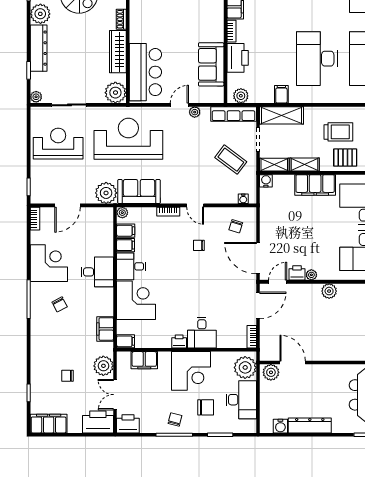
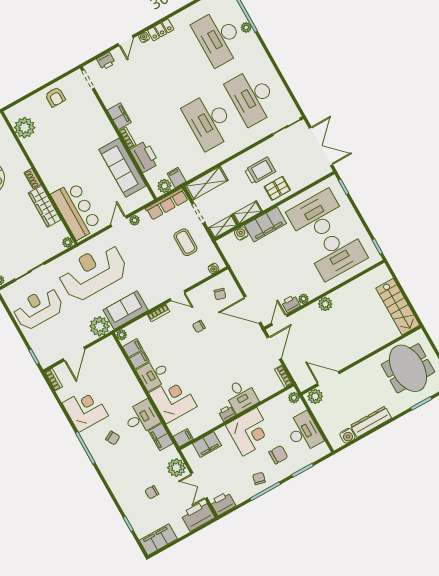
sofa: (211, 64) -> (122, 168), width x1.36
plant: (115, 93) -> (68, 242), width x0.53, depth x0.53
filing cabinet: (281, 94) -> (177, 178), moved
coffee table: (231, 160) -> (185, 242), turned 53
water cooler: (266, 181) -> (241, 234), moved
desk: (97, 272) -> (142, 418), moved
plant: (245, 367) -> (294, 398), width x0.53, depth x0.53

